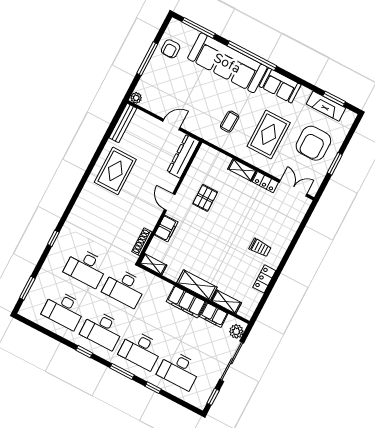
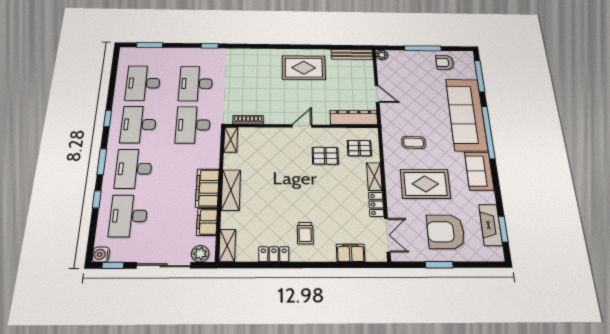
pallet: (212, 168) -> (359, 148), added
filing cabinet: (166, 228) -> (351, 253), moved, turned 180
shelving: (226, 302) -> (227, 246), moved
water cooler: (200, 402) -> (101, 254), added

